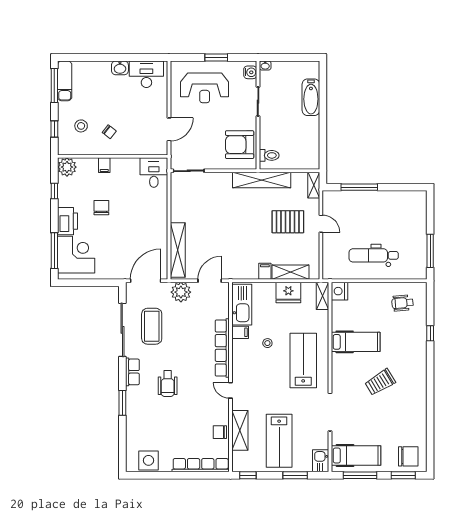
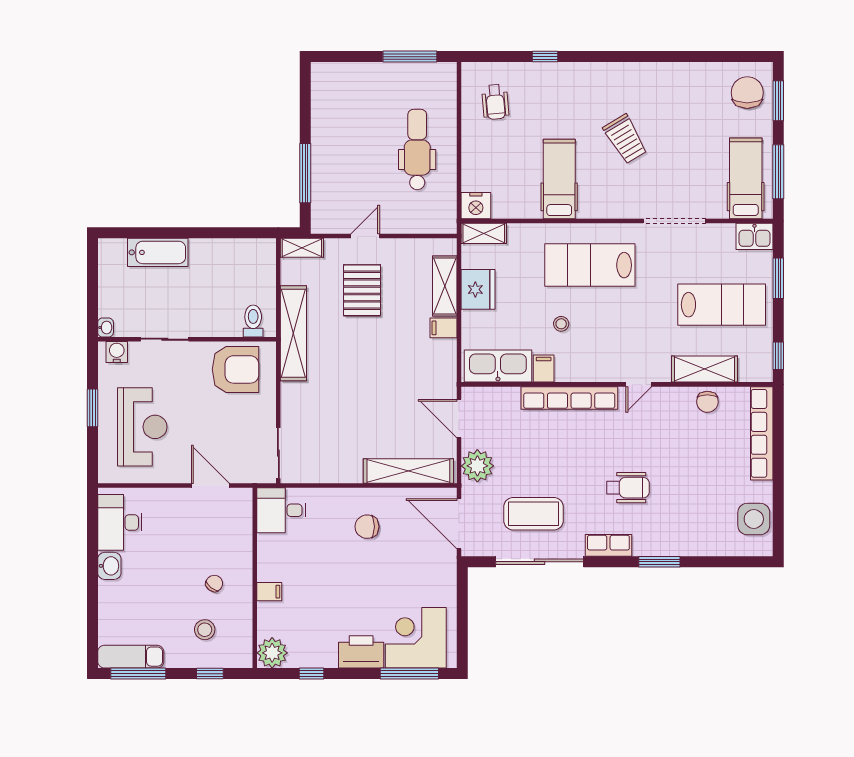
armchair: (240, 145) -> (235, 369), turned -90
chair: (101, 208) -> (367, 527), moved
dental chair: (374, 255) -> (417, 149), turned 180

